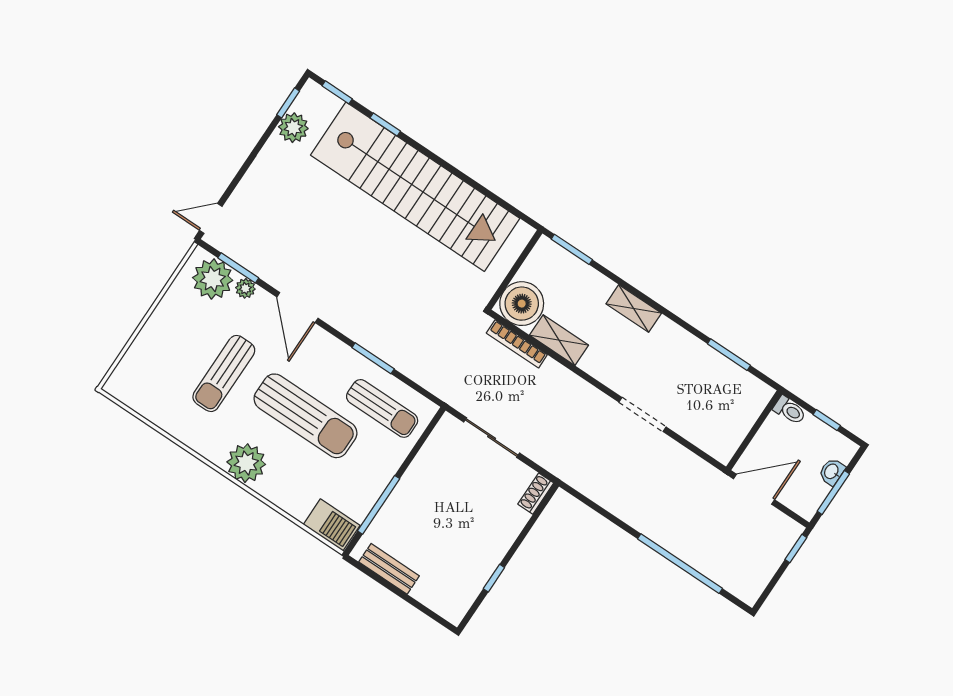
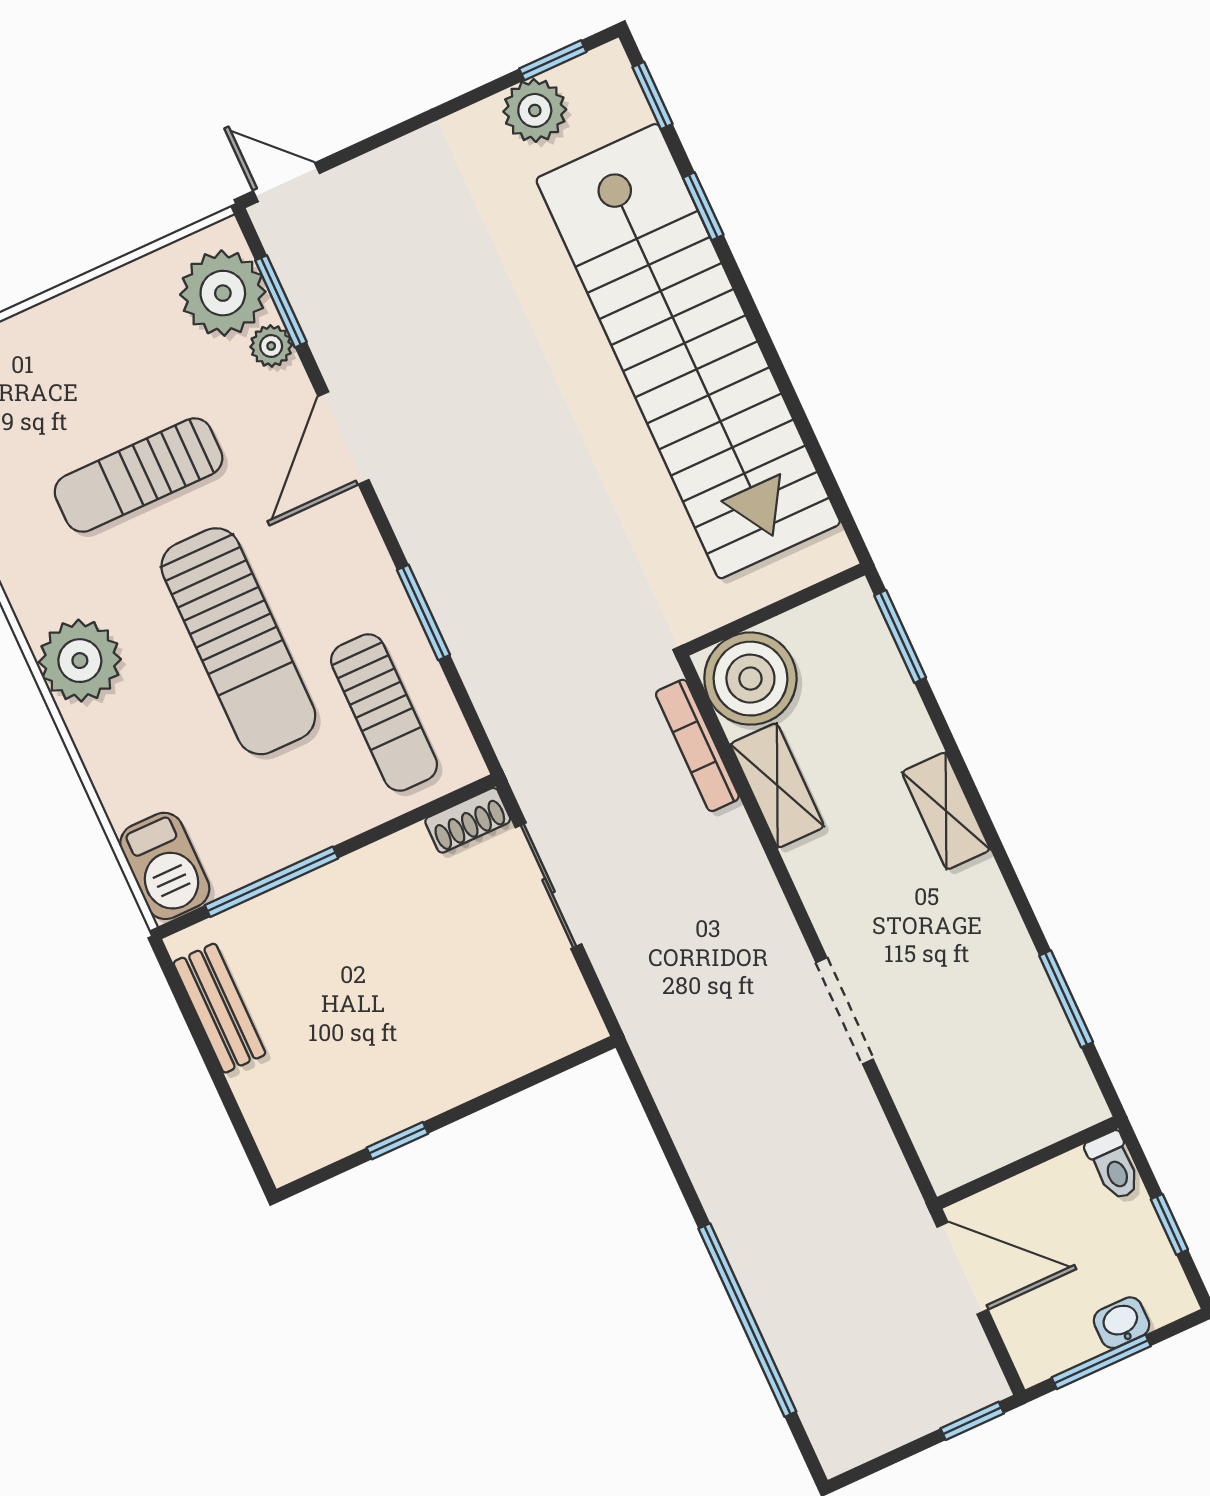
shoe rack: (536, 494) -> (468, 820), moved, turned 180

